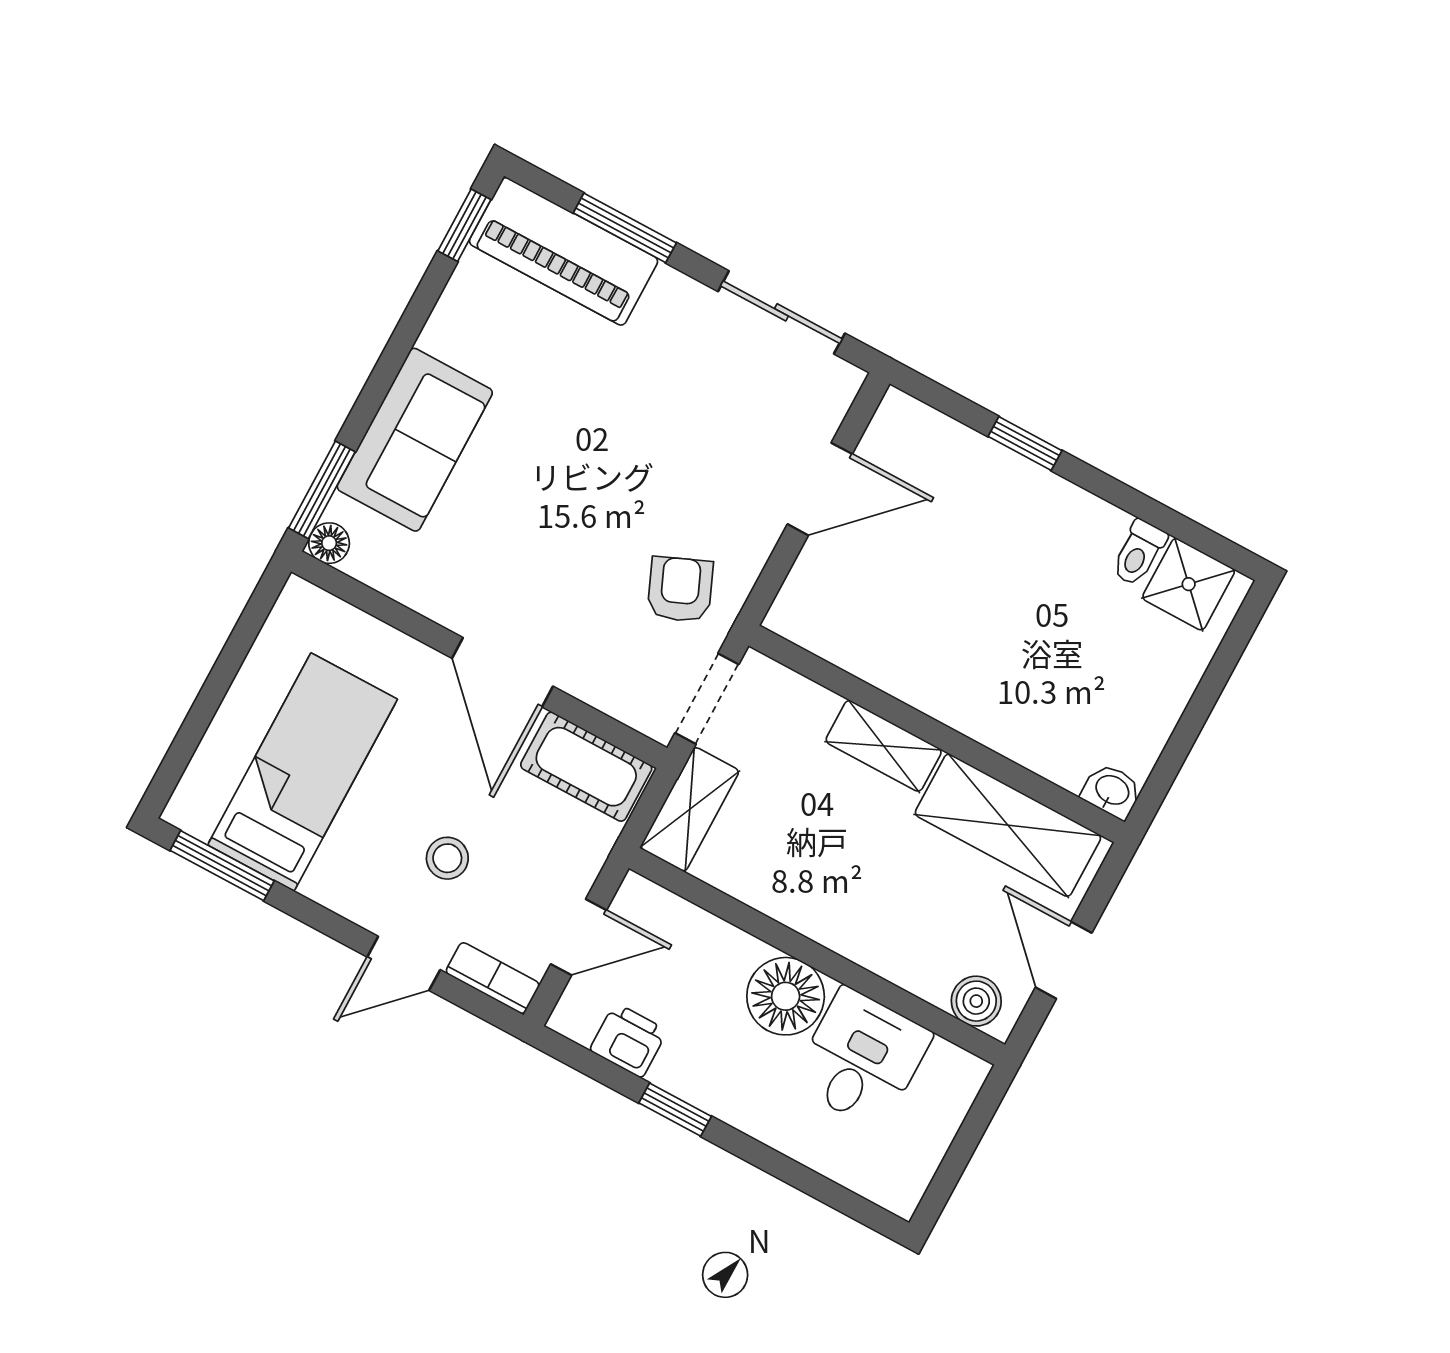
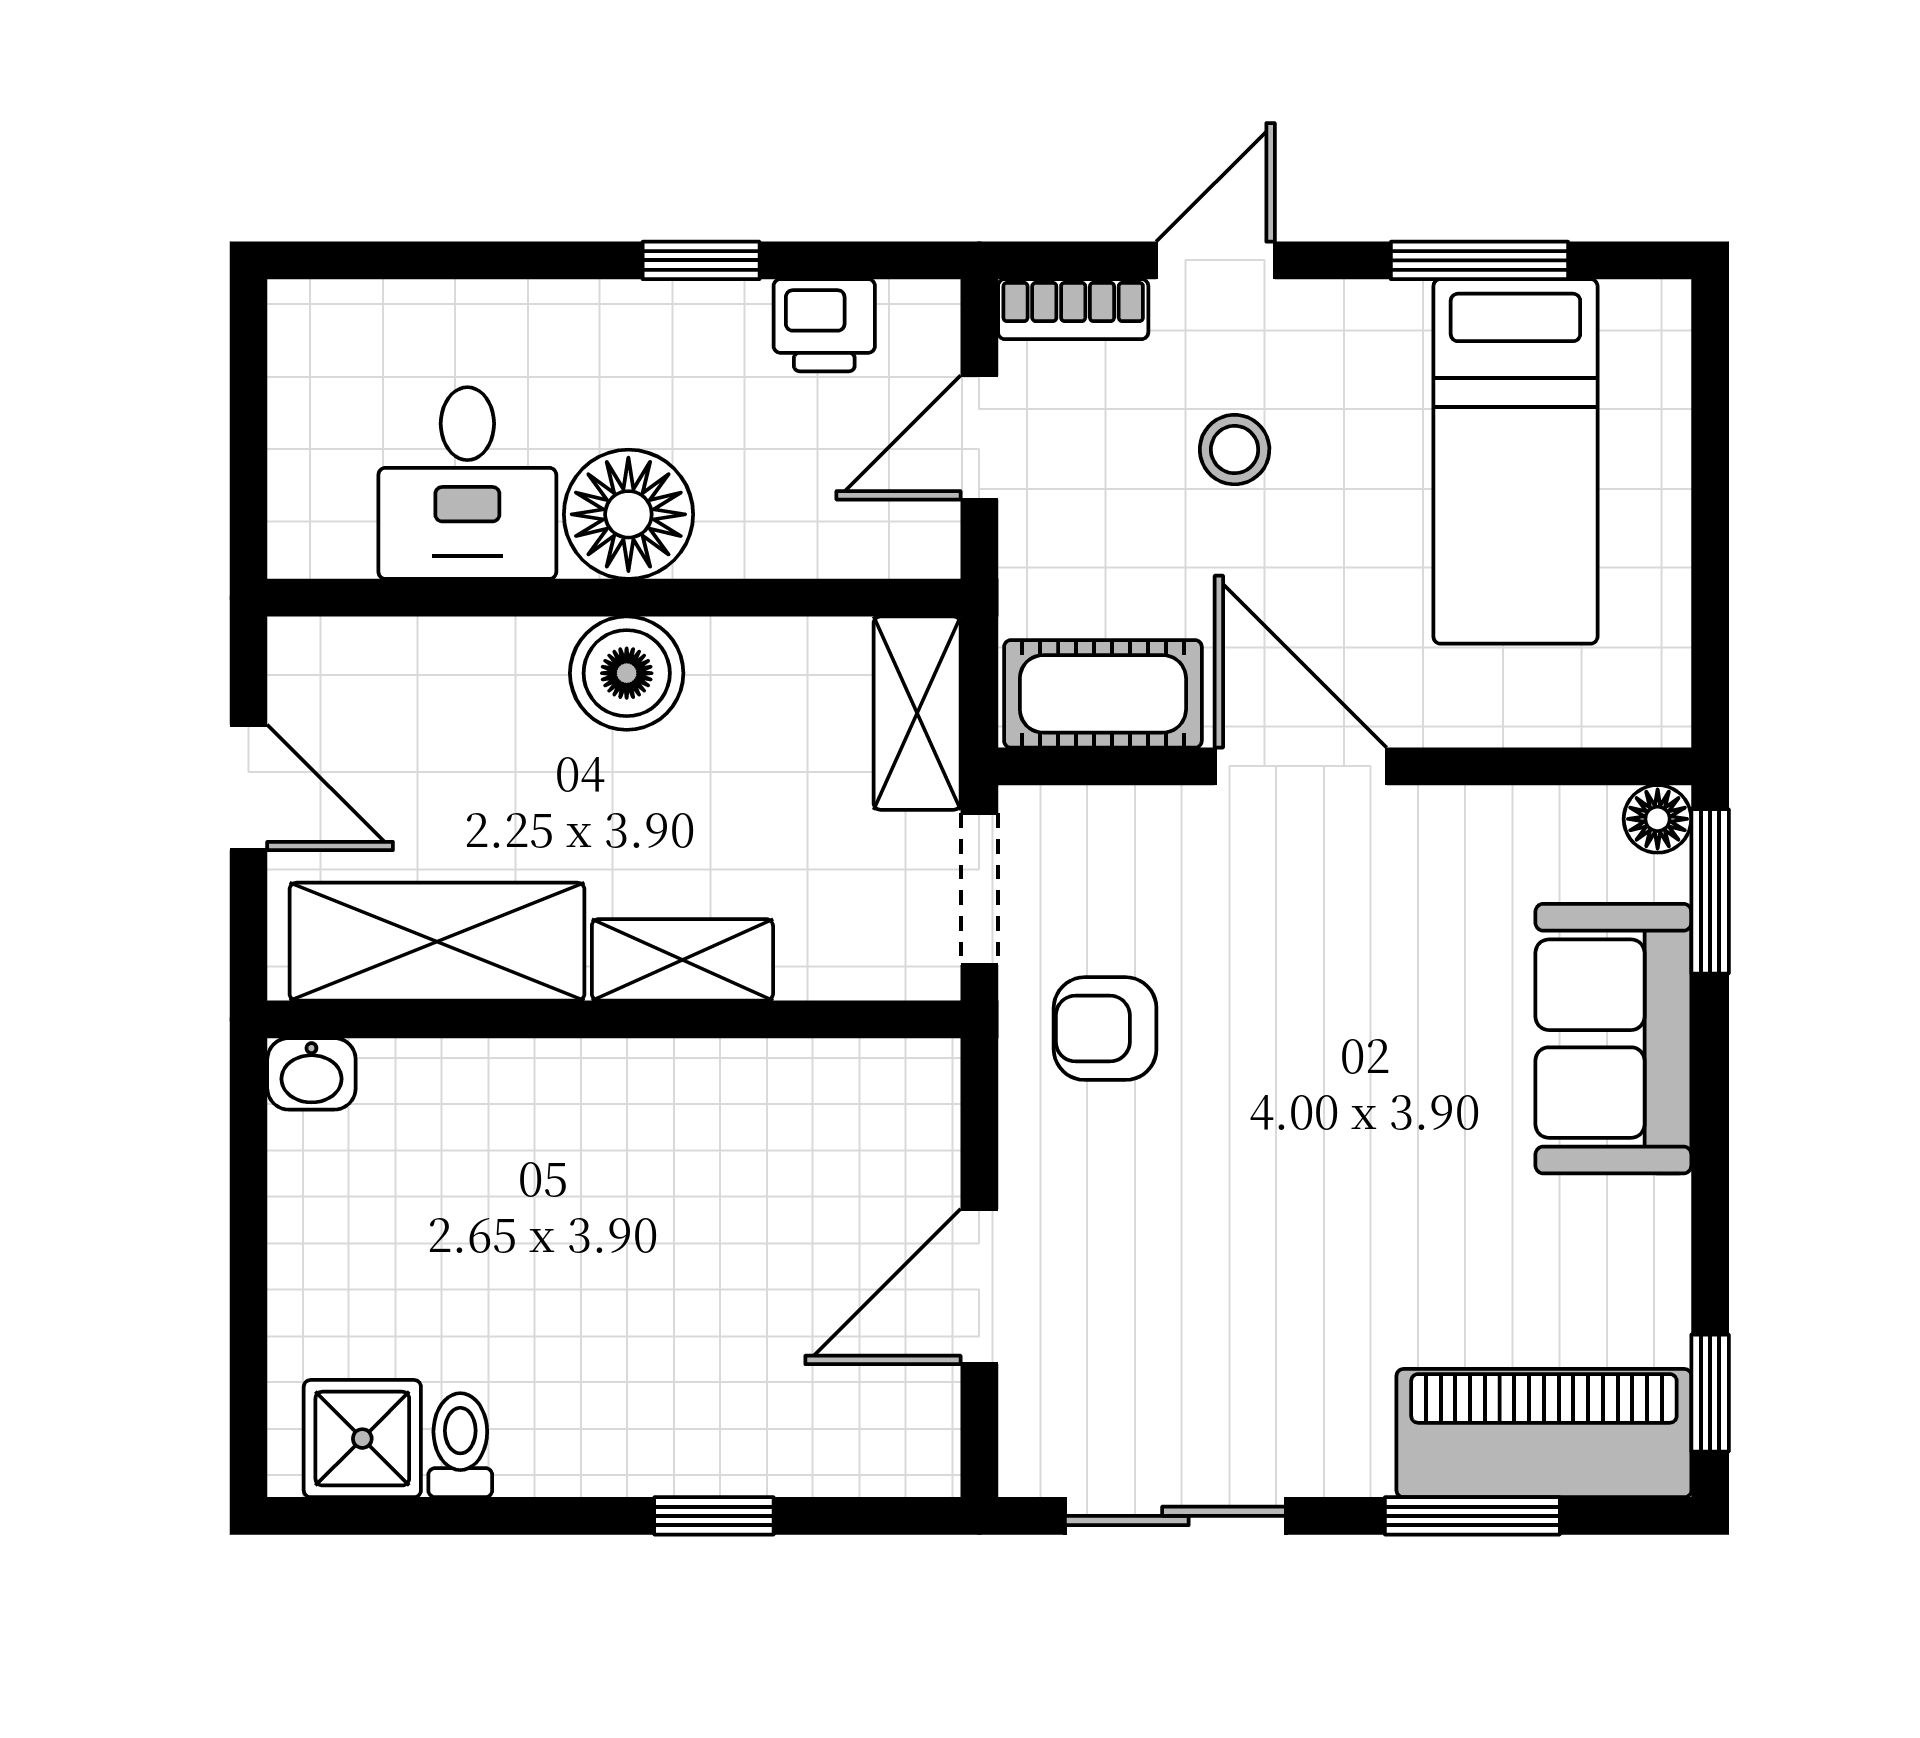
armchair: (680, 589) -> (1105, 1029), turned 113
window: (222, 866) -> (1480, 260), moved
boiler: (976, 1001) -> (627, 673), moved, width x1.36, depth x1.36

